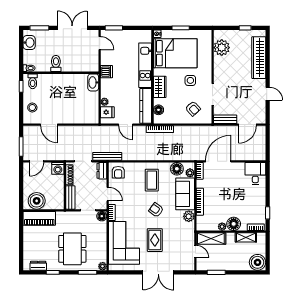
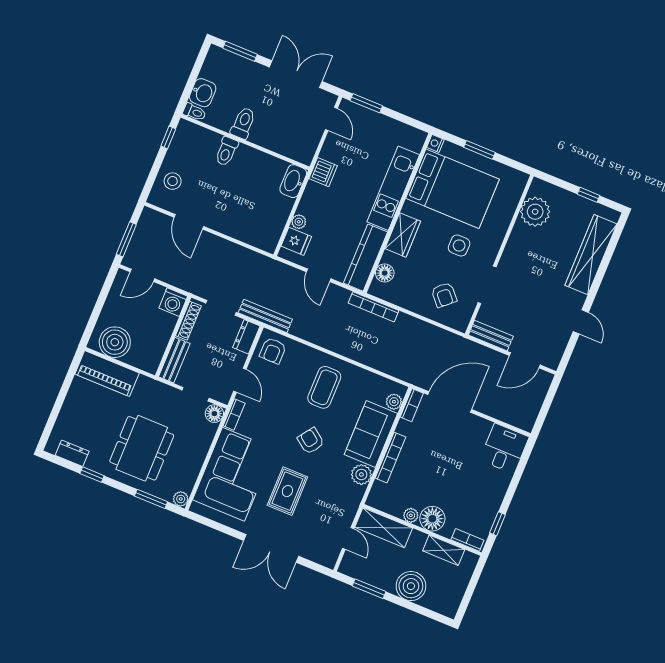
washbasin: (29, 43) -> (203, 93), moved
toilet: (33, 81) -> (226, 151), moved
floor lamp: (177, 169) -> (375, 386), removed
boiler: (258, 262) -> (411, 586), moved

